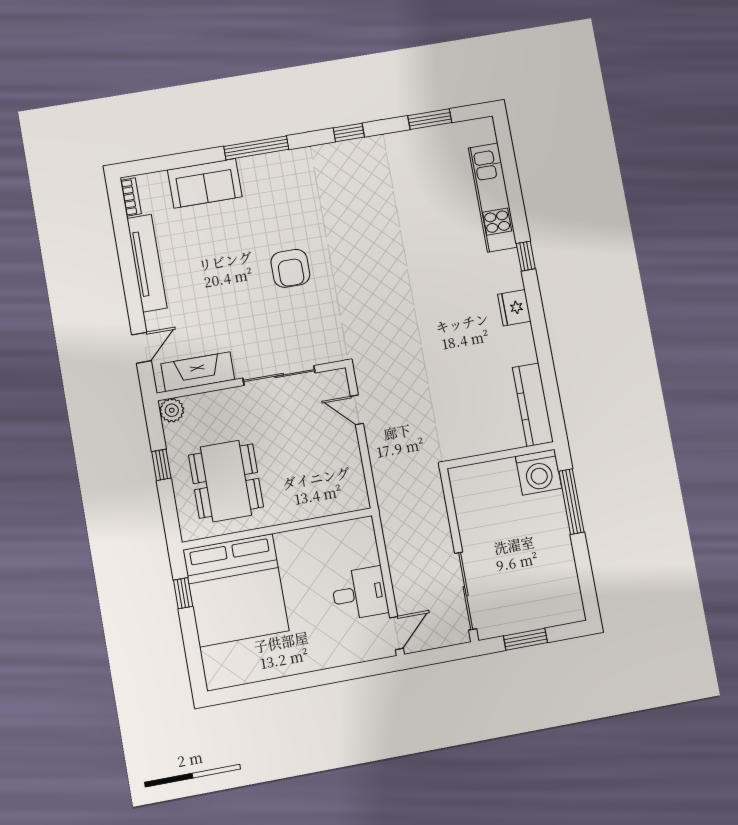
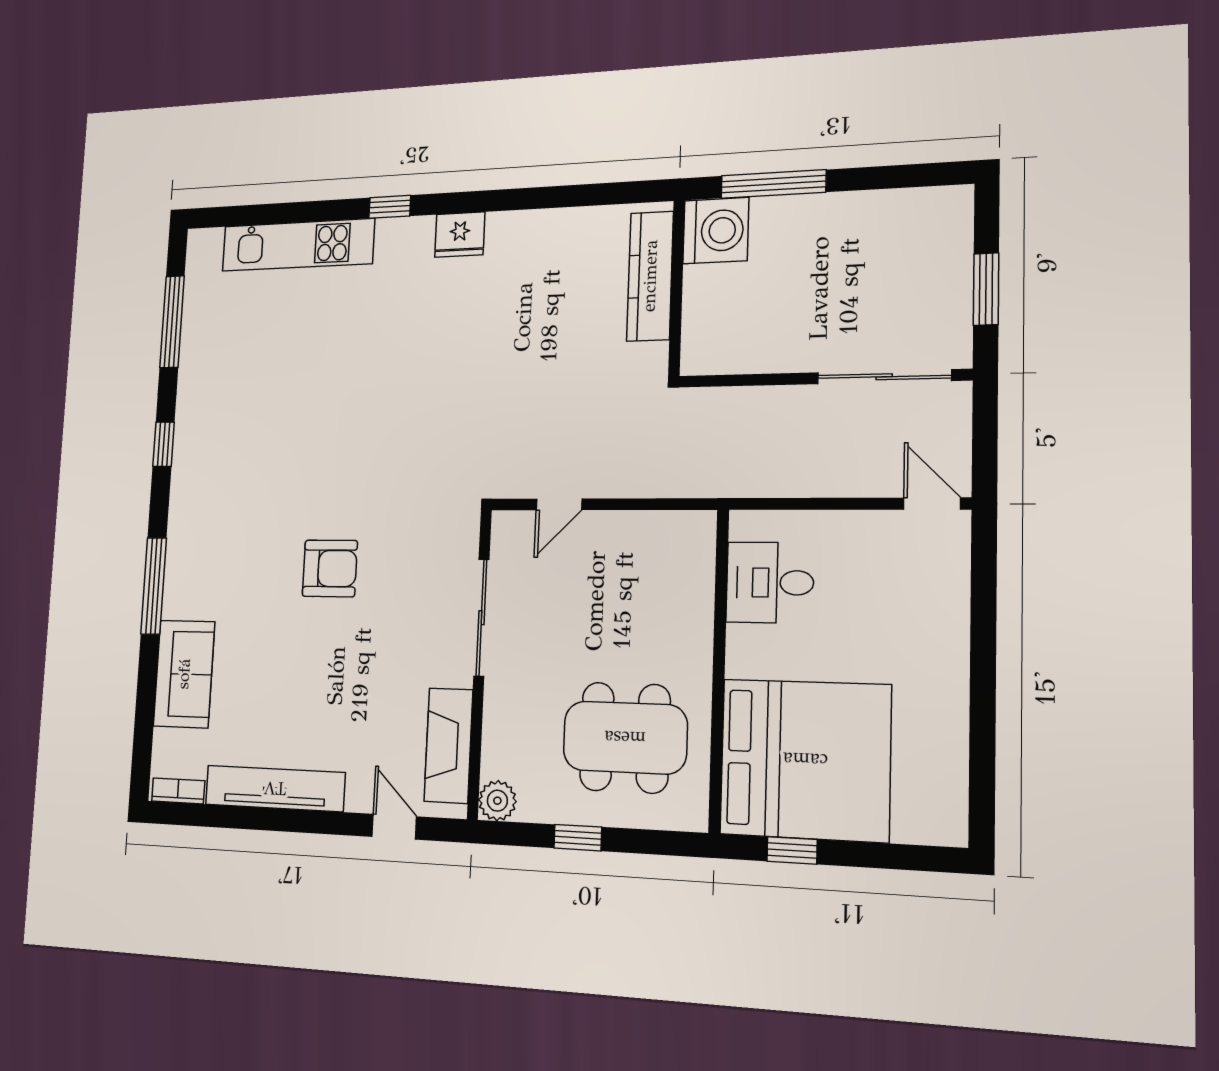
window: (430, 119) -> (172, 322), width x1.44
kitchen counter: (533, 405) -> (650, 276), moved, turned 90
desk: (360, 593) -> (770, 583), moved, turned -90

